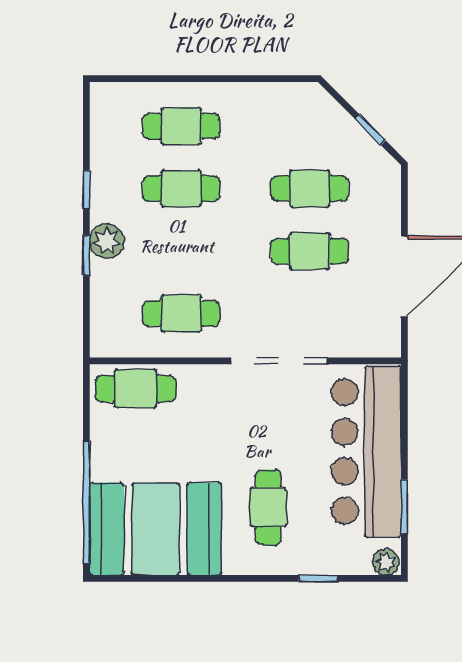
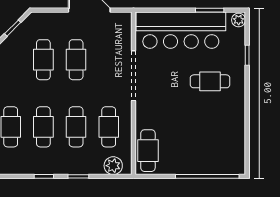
plant: (107, 241) -> (113, 166), moved
cafe table: (181, 251) -> (76, 127), added
booth: (156, 529) -> (221, 140), removed

